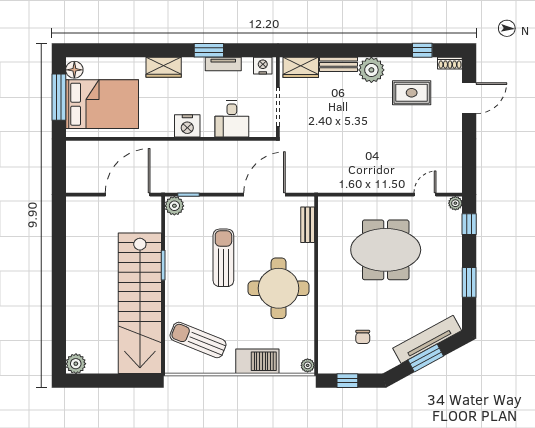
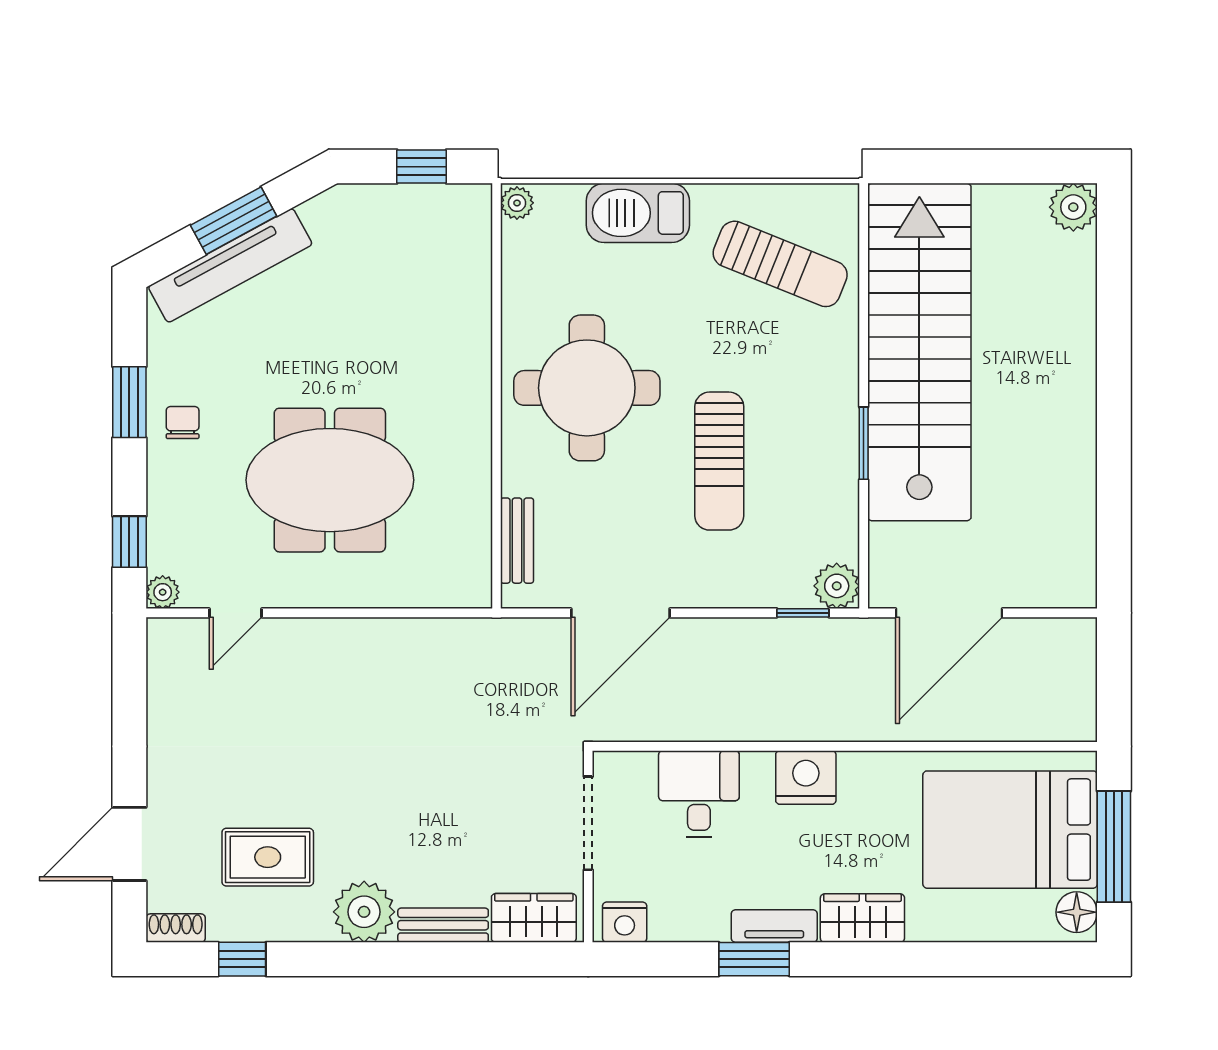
tv unit: (223, 64) -> (774, 926), moved
chair: (363, 337) -> (183, 423), moved

